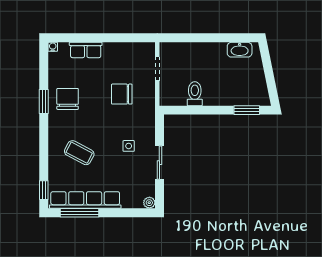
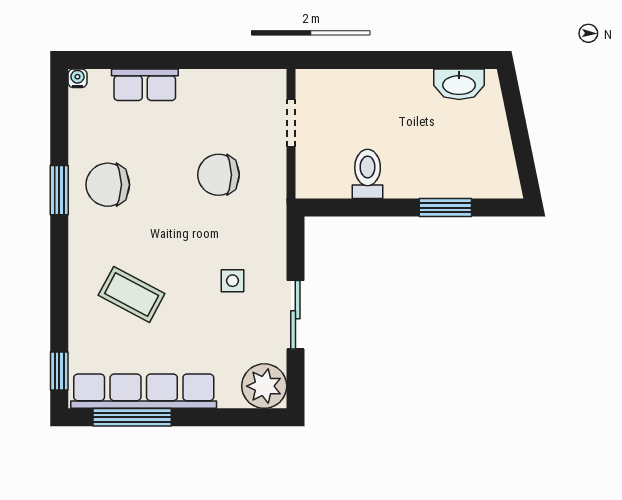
chair: (68, 99) -> (108, 185), turned -90
window: (247, 110) -> (445, 208), moved
plant: (149, 203) -> (264, 386), width x1.88, depth x1.88

